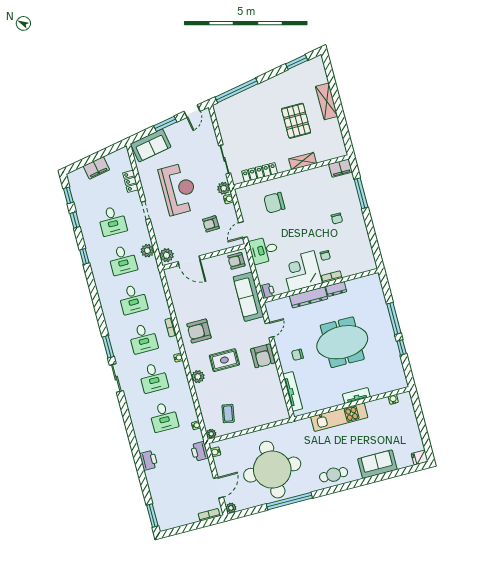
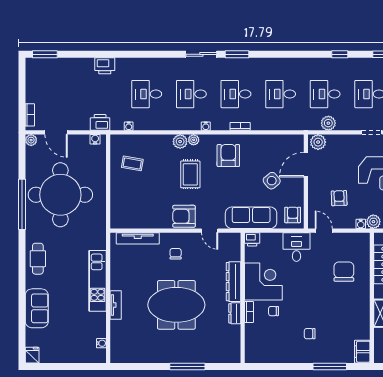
side table: (211, 287) -> (272, 181), added
meeting table: (342, 342) -> (176, 305), turned 90
window: (402, 347) -> (154, 367), removed
plant: (211, 434) -> (194, 140), moved

